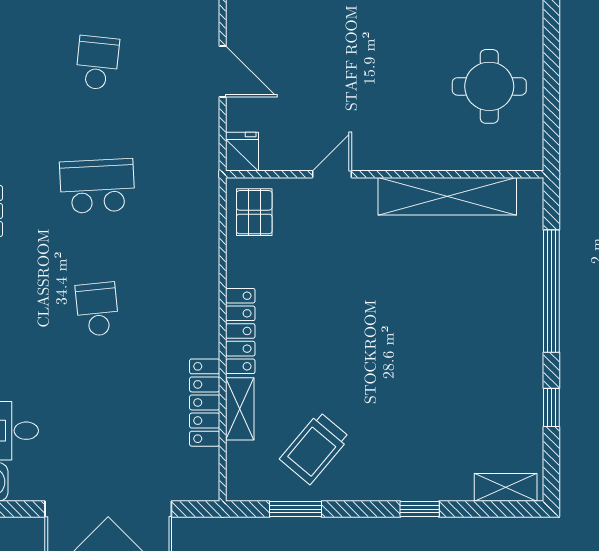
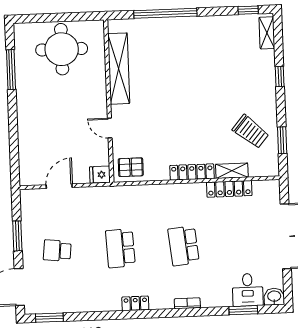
round table: (489, 86) -> (62, 49), width x1.36, depth x1.36
school desk: (97, 309) -> (184, 246), width x1.85
window: (551, 407) -> (248, 10), moved

